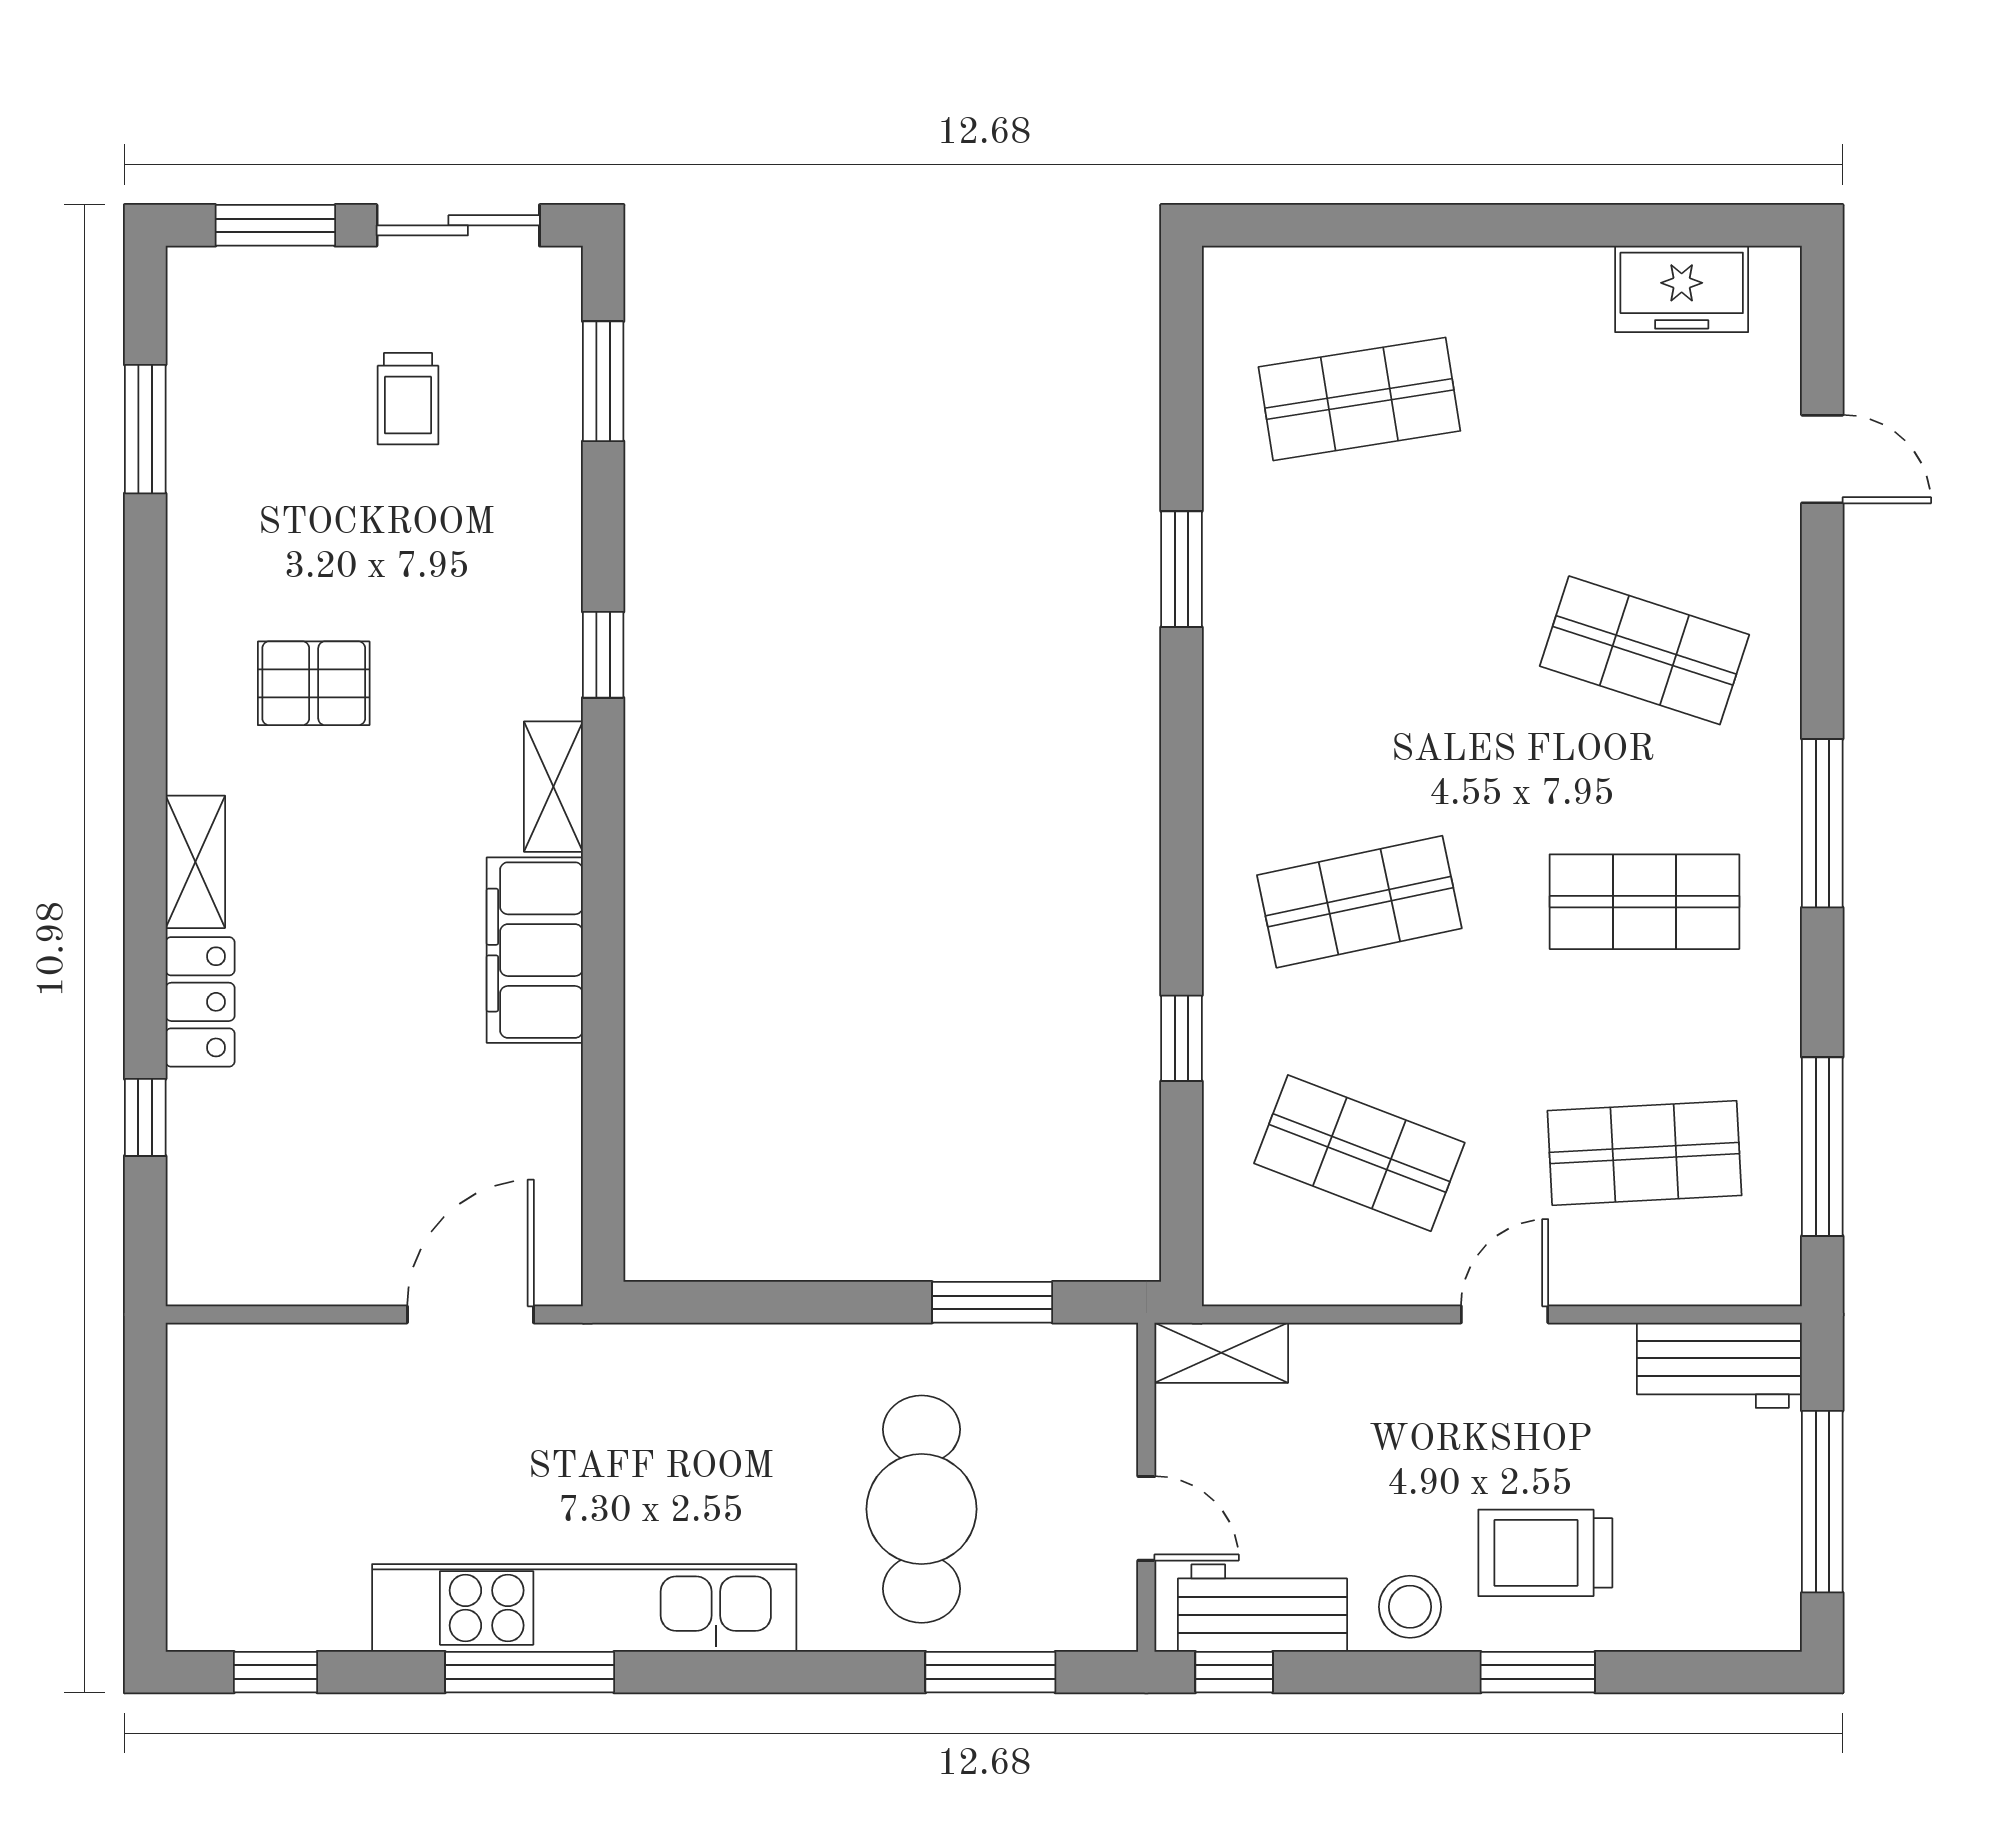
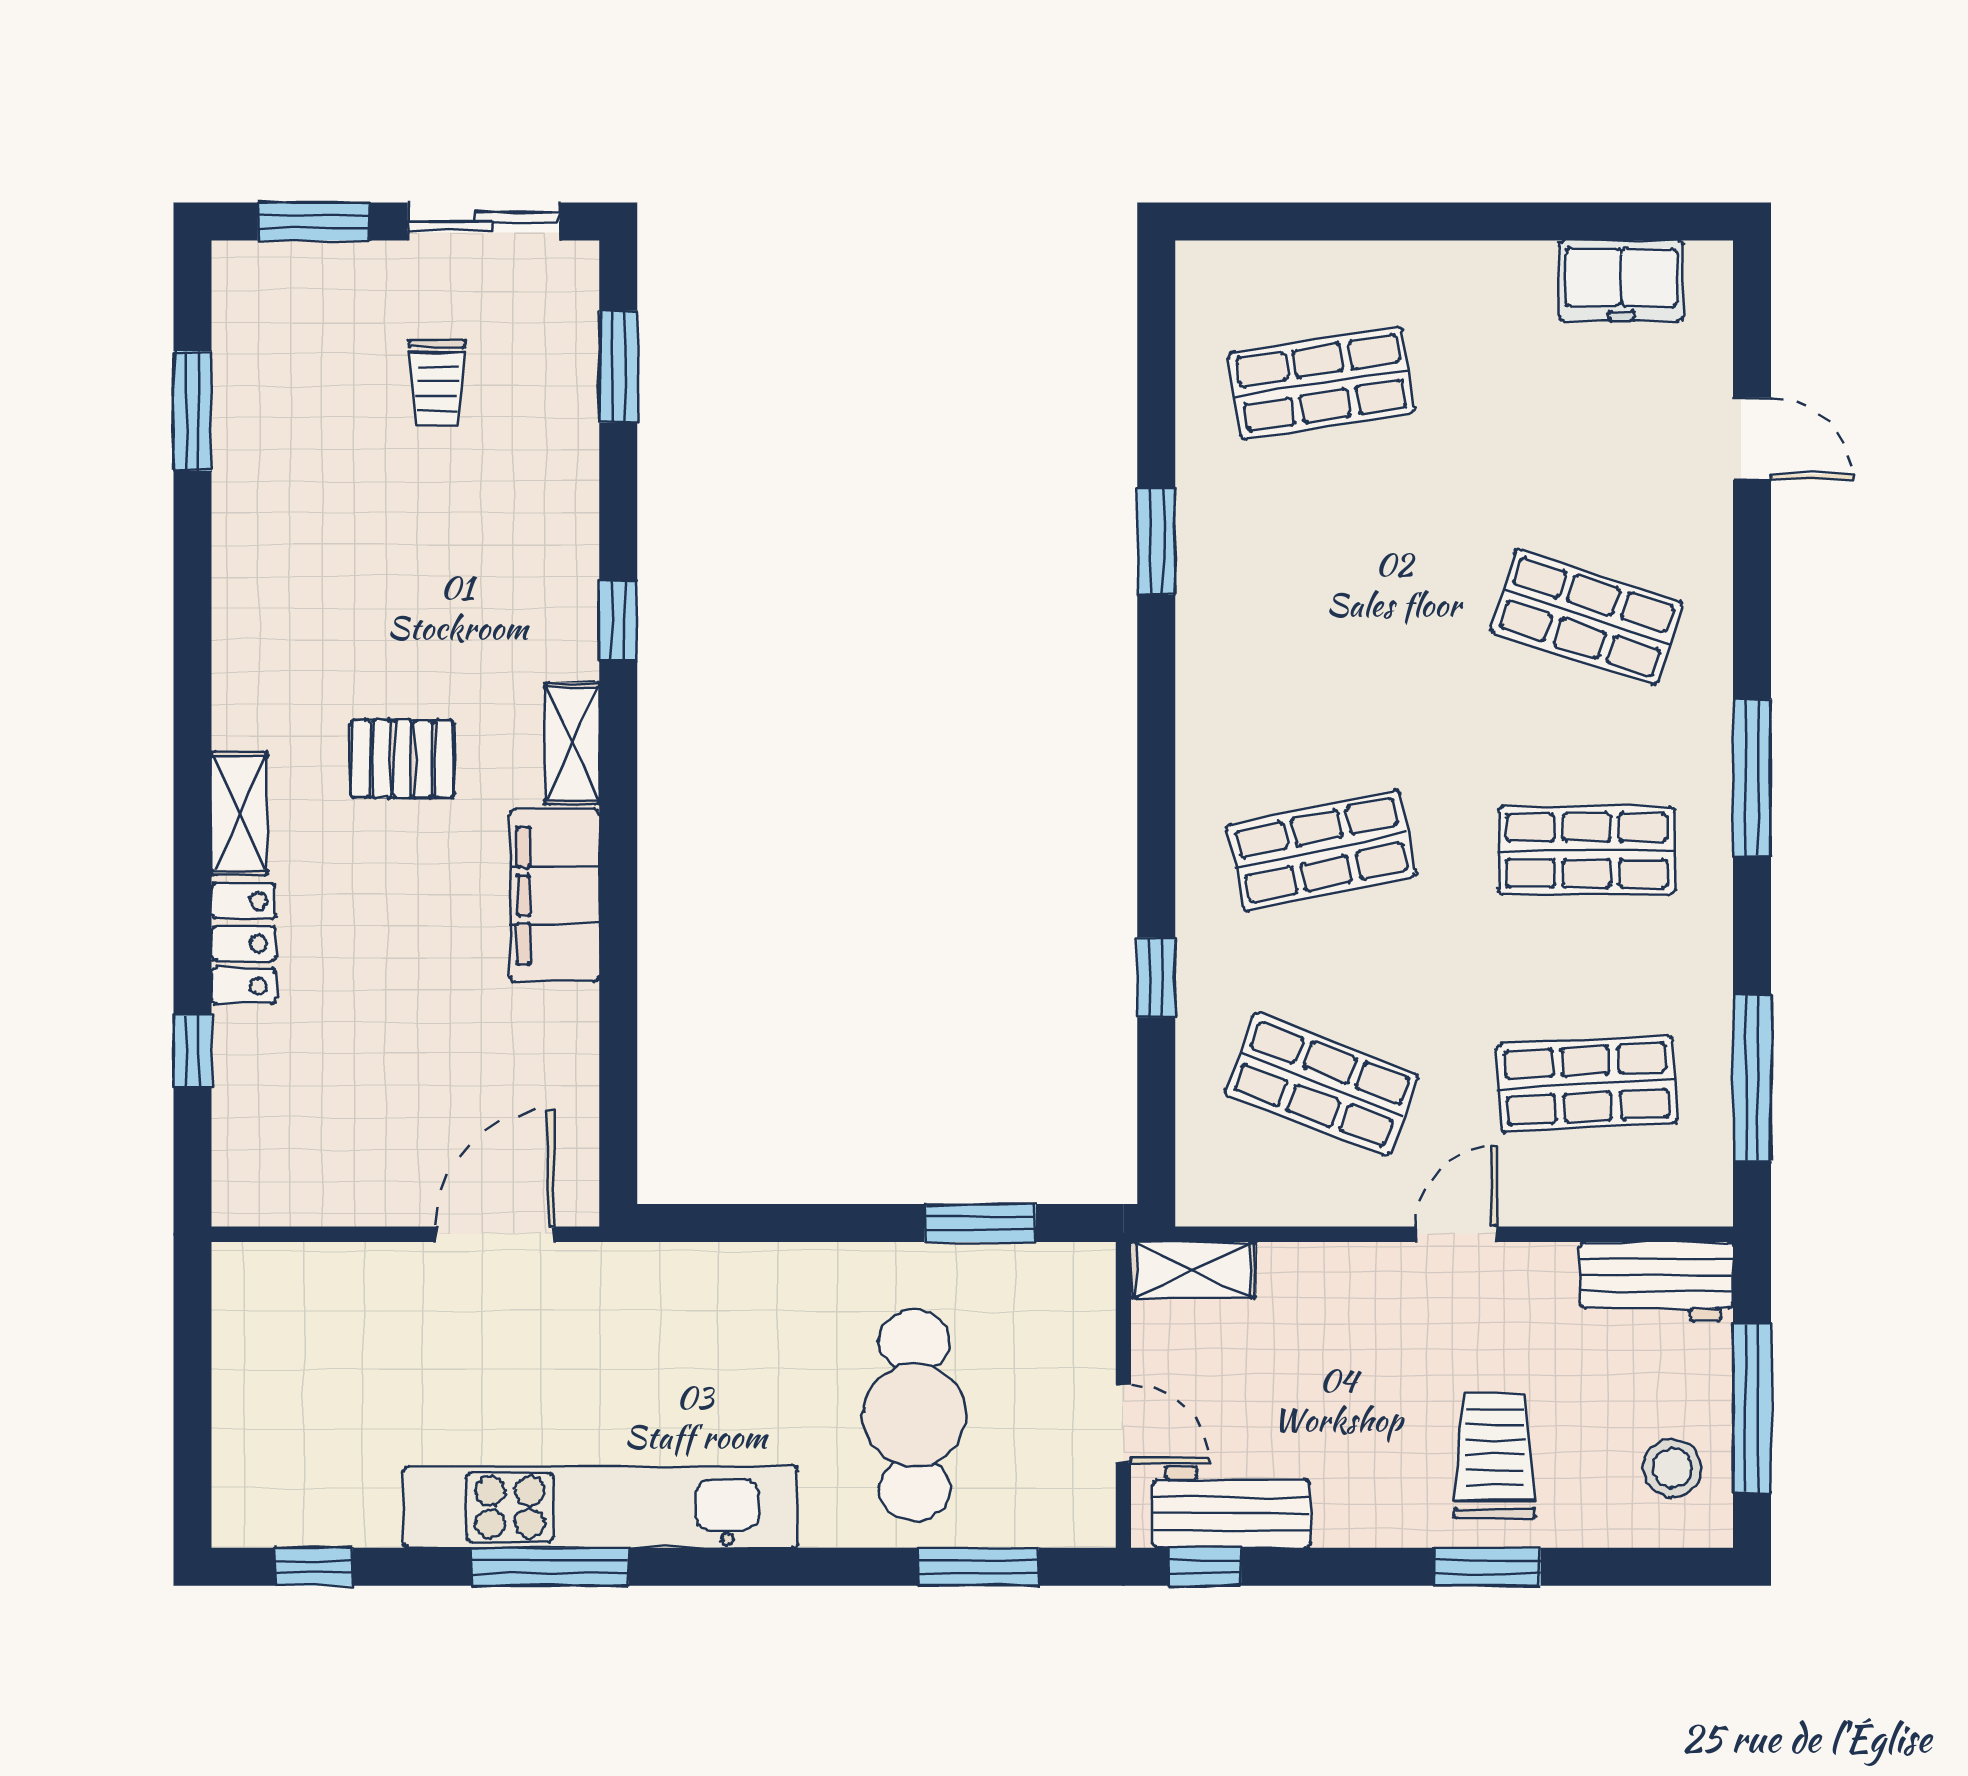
pallet: (314, 683) -> (402, 759), moved
trolley: (1545, 1553) -> (1494, 1456), turned 90
stool: (1410, 1607) -> (1672, 1468), moved

